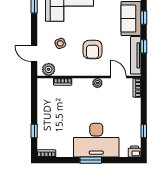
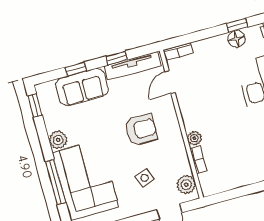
plant: (97, 83) -> (194, 138), moved
floor lamp: (135, 128) -> (237, 39), added

